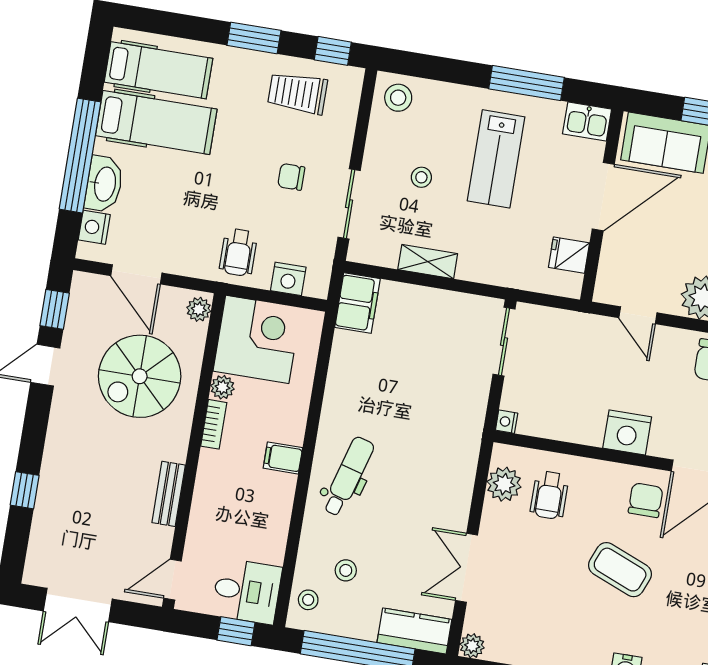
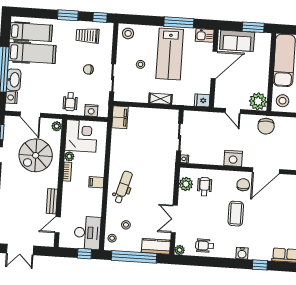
lab bench: (496, 159) -> (170, 54), width x1.36, depth x1.39
fridge: (569, 255) -> (202, 100), moved
shelving: (428, 262) -> (160, 99), moved
sliding door: (504, 342) -> (180, 137), moved
wheelchair: (549, 495) -> (205, 187), turned 180
coffee table: (620, 570) -> (236, 214), turned 68
door: (172, 580) -> (58, 225), moved
desk: (247, 591) -> (87, 233), width x1.37
wheelchair: (535, 641) -> (205, 246), added

